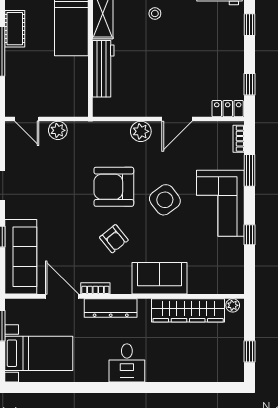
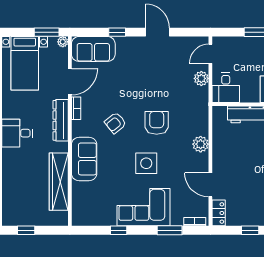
window: (249, 84) -> (250, 230), moved
desk: (70, 100) -> (226, 88), added
door: (177, 119) -> (210, 185), moved
armchair: (114, 187) -> (157, 123), width x0.73, depth x0.73
side table: (165, 200) -> (146, 163), turned 37
sofa: (21, 257) -> (93, 49), width x0.73
plant: (233, 305) -> (63, 42), moved

